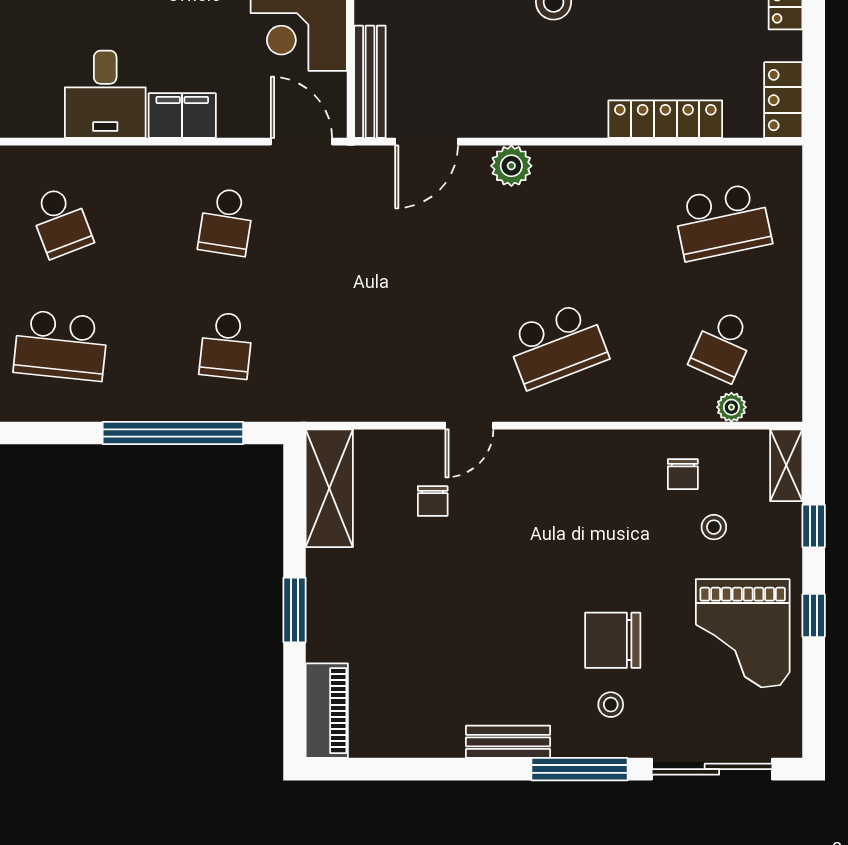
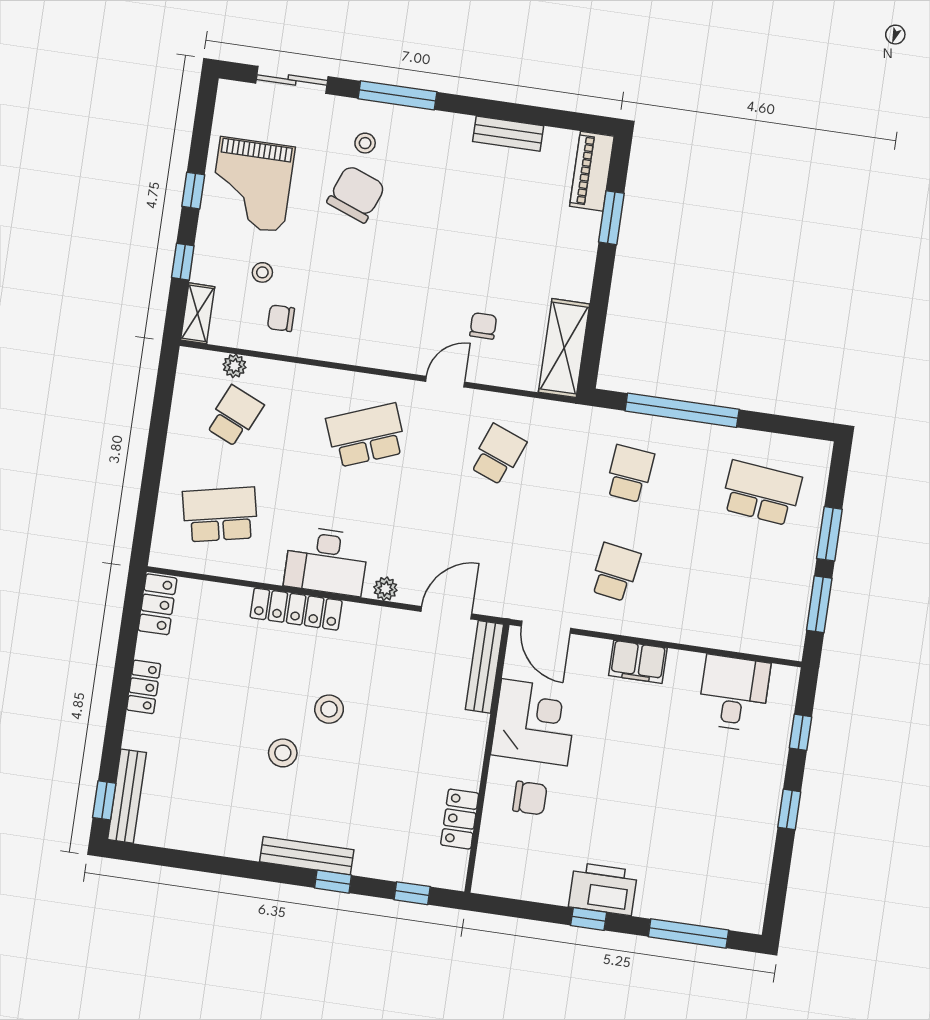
desk: (105, 94) -> (734, 693), moved
locker: (665, 119) -> (296, 609), moved
plant: (511, 166) -> (385, 589), width x0.73, depth x0.73
desk: (583, 184) -> (326, 561), added
school desk: (61, 222) -> (498, 455), moved, turned 42
chair: (683, 474) -> (281, 318), turned -90
window: (294, 610) -> (611, 218), moved
grand piano: (743, 633) -> (252, 185), turned 180
chair: (613, 640) -> (356, 194), turned -69
bench: (508, 742) -> (508, 134), moved
sliding door: (712, 769) -> (292, 80), width x0.73

